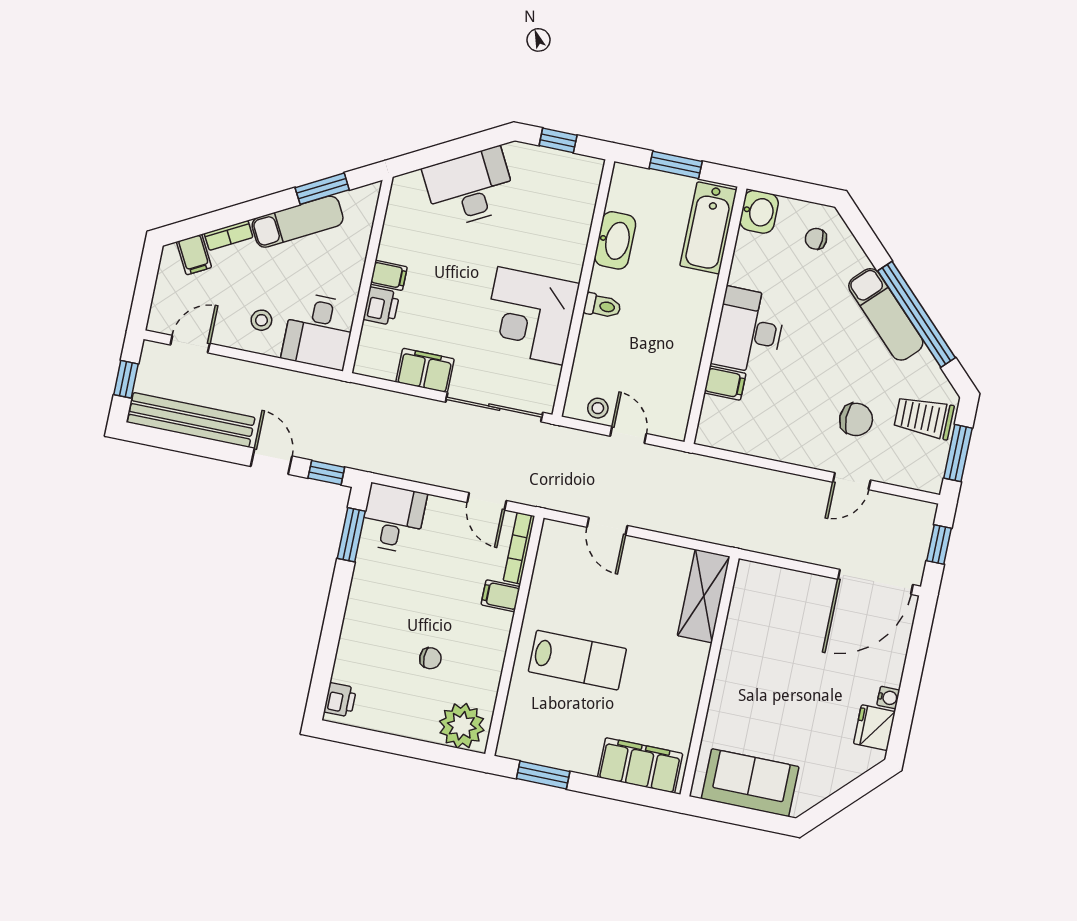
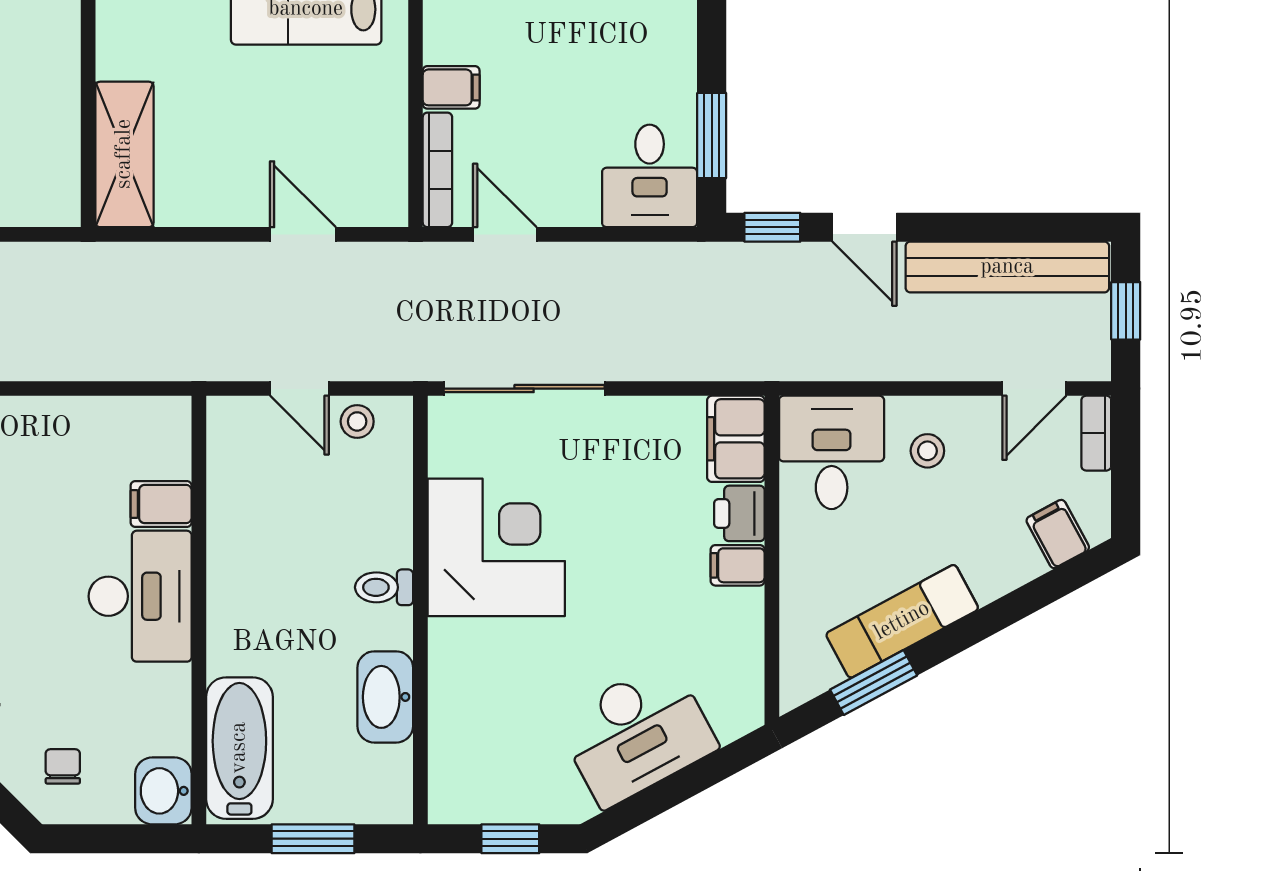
bookcase: (229, 235) -> (1096, 433), moved, turned -62
chair: (816, 239) -> (63, 766), turned -93
filing cabinet: (425, 370) -> (736, 439), moved, turned 90

